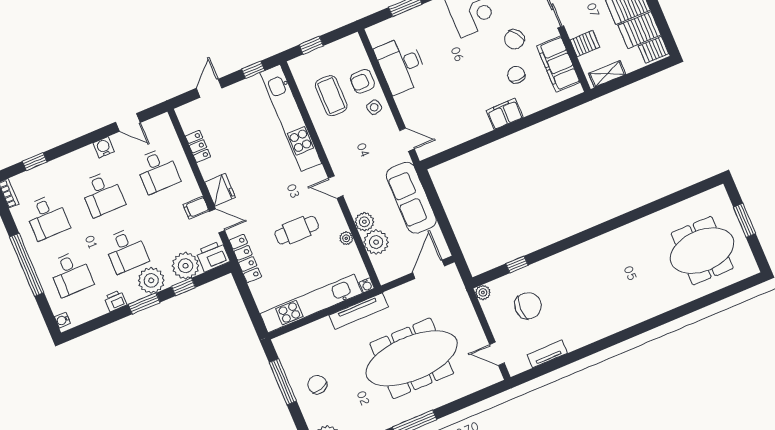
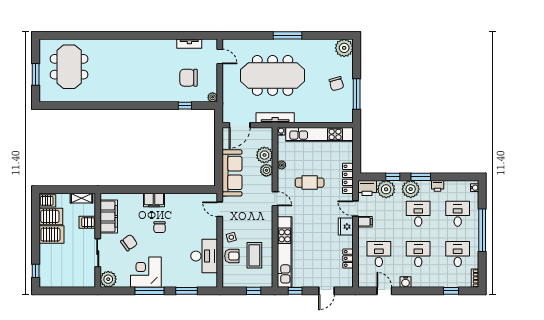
chair: (516, 75) -> (160, 227), moved
meeting table: (702, 251) -> (69, 67), turned 90
tv unit: (359, 311) -> (275, 118), moved

